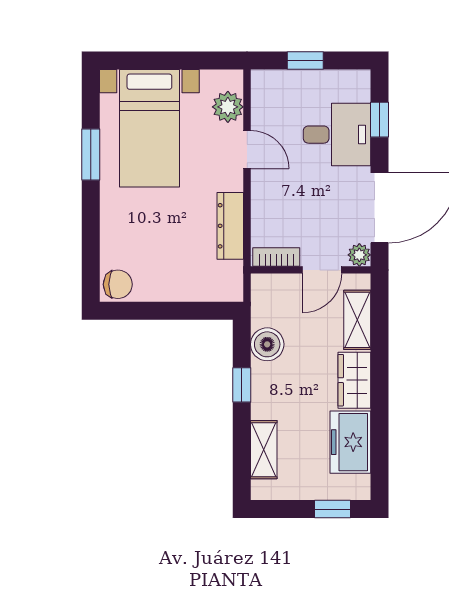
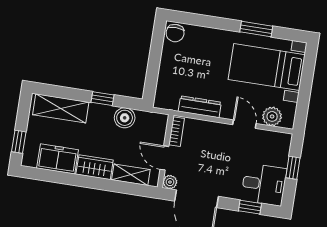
desk: (337, 135) -> (264, 184), moved, turned -90
door: (247, 150) -> (244, 124), swing flipped
shelving: (264, 450) -> (61, 108), width x1.50, depth x1.33

